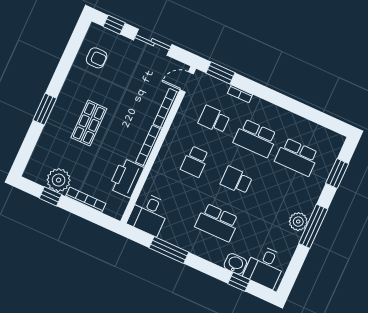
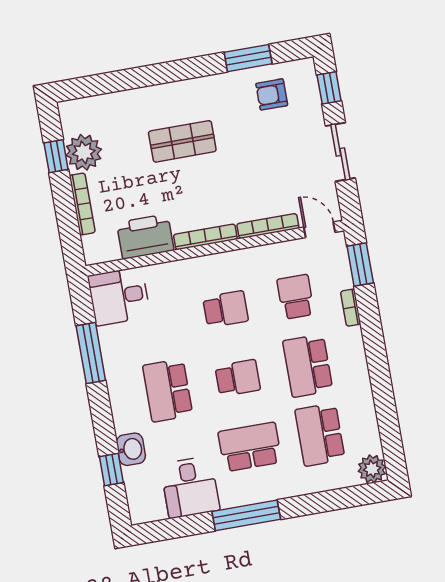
armchair: (97, 58) -> (272, 94), turned 90
window: (45, 109) -> (248, 58), moved
school desk: (195, 162) -> (226, 309), turned 180
window: (337, 173) -> (334, 500), removed
school desk: (236, 180) -> (238, 378), turned 90
school desk: (278, 199) -> (250, 447), added
plant: (298, 222) -> (372, 469), moved
desk: (265, 267) -> (190, 487), moved, turned -90

